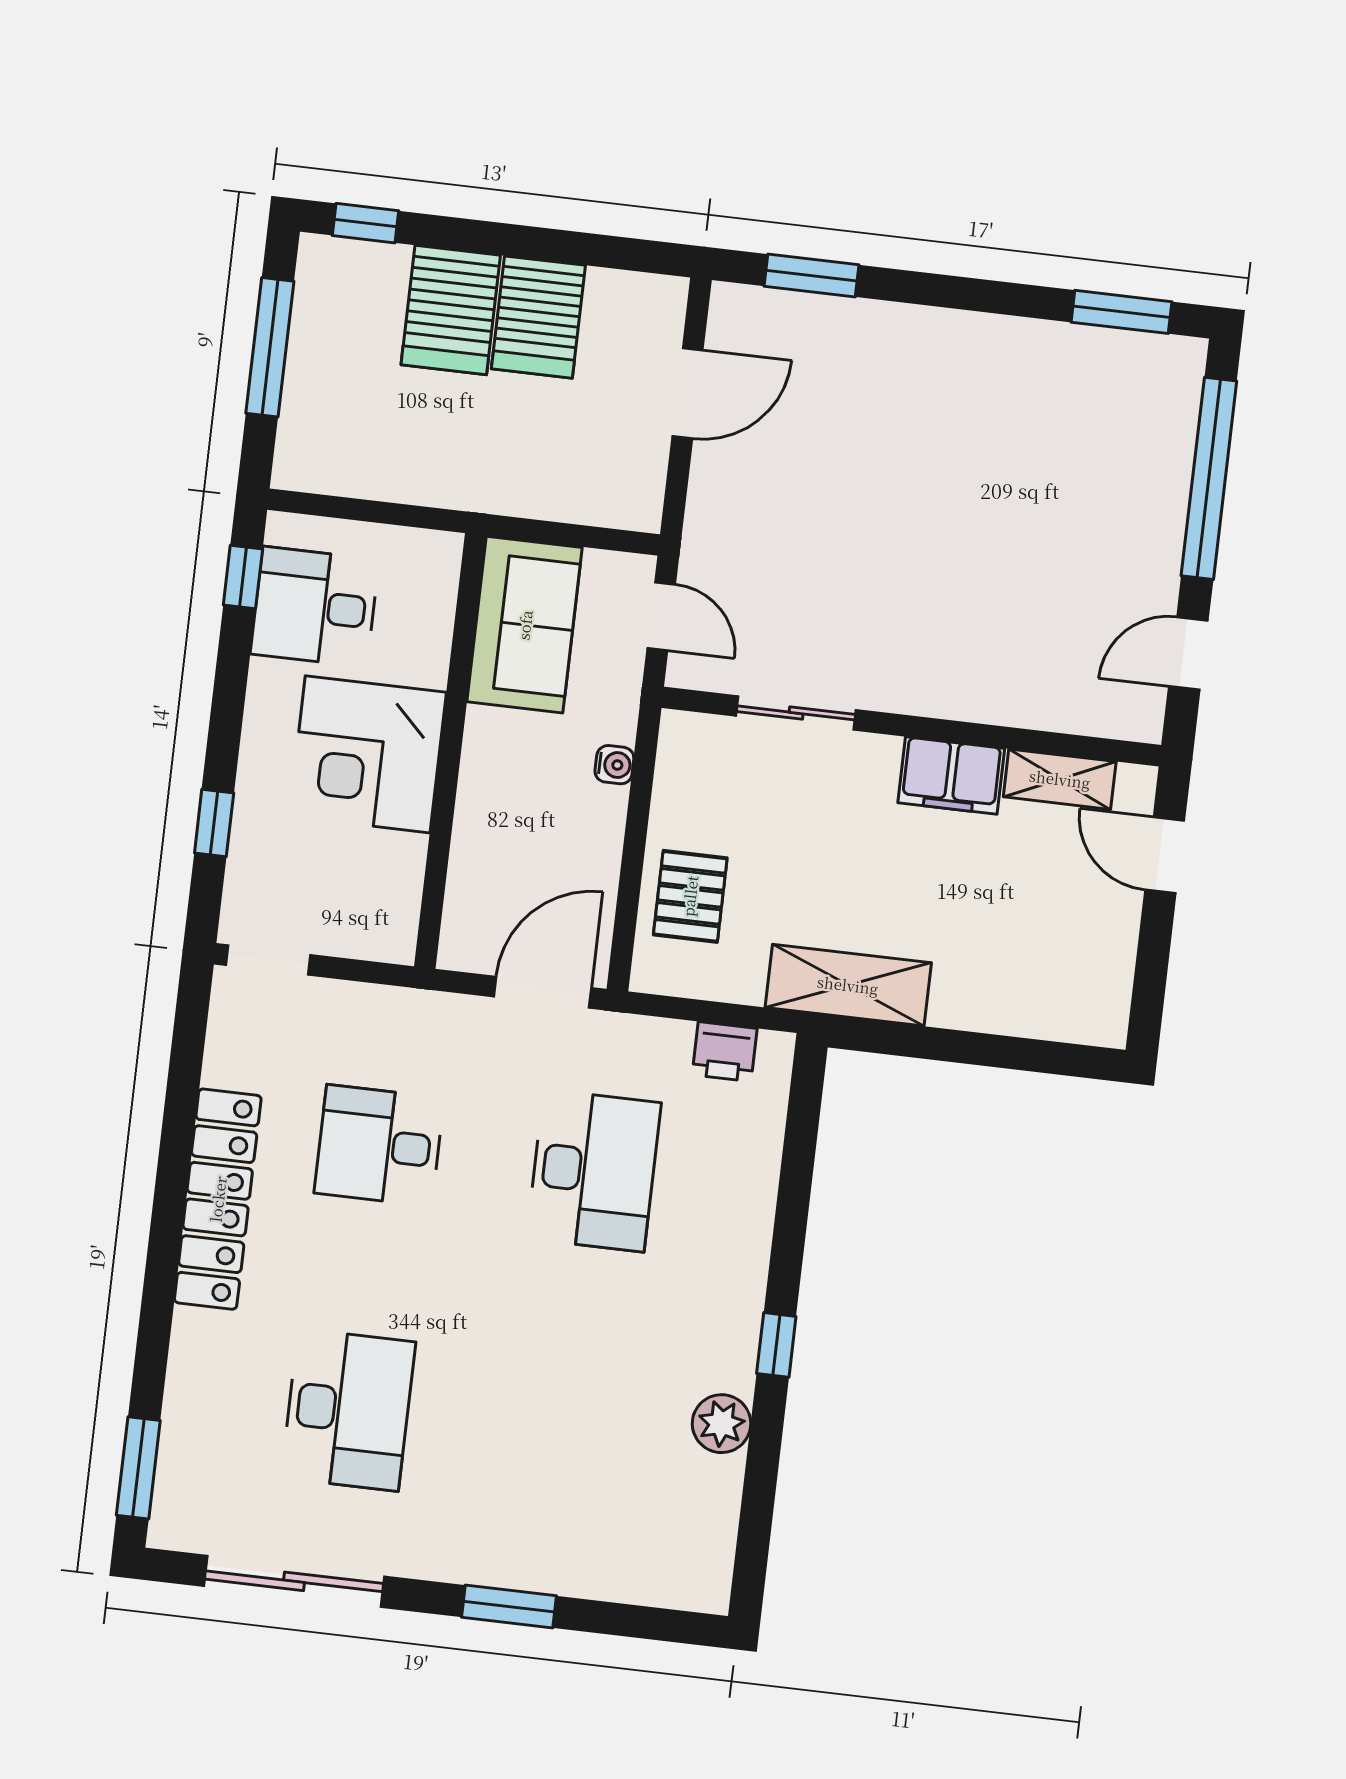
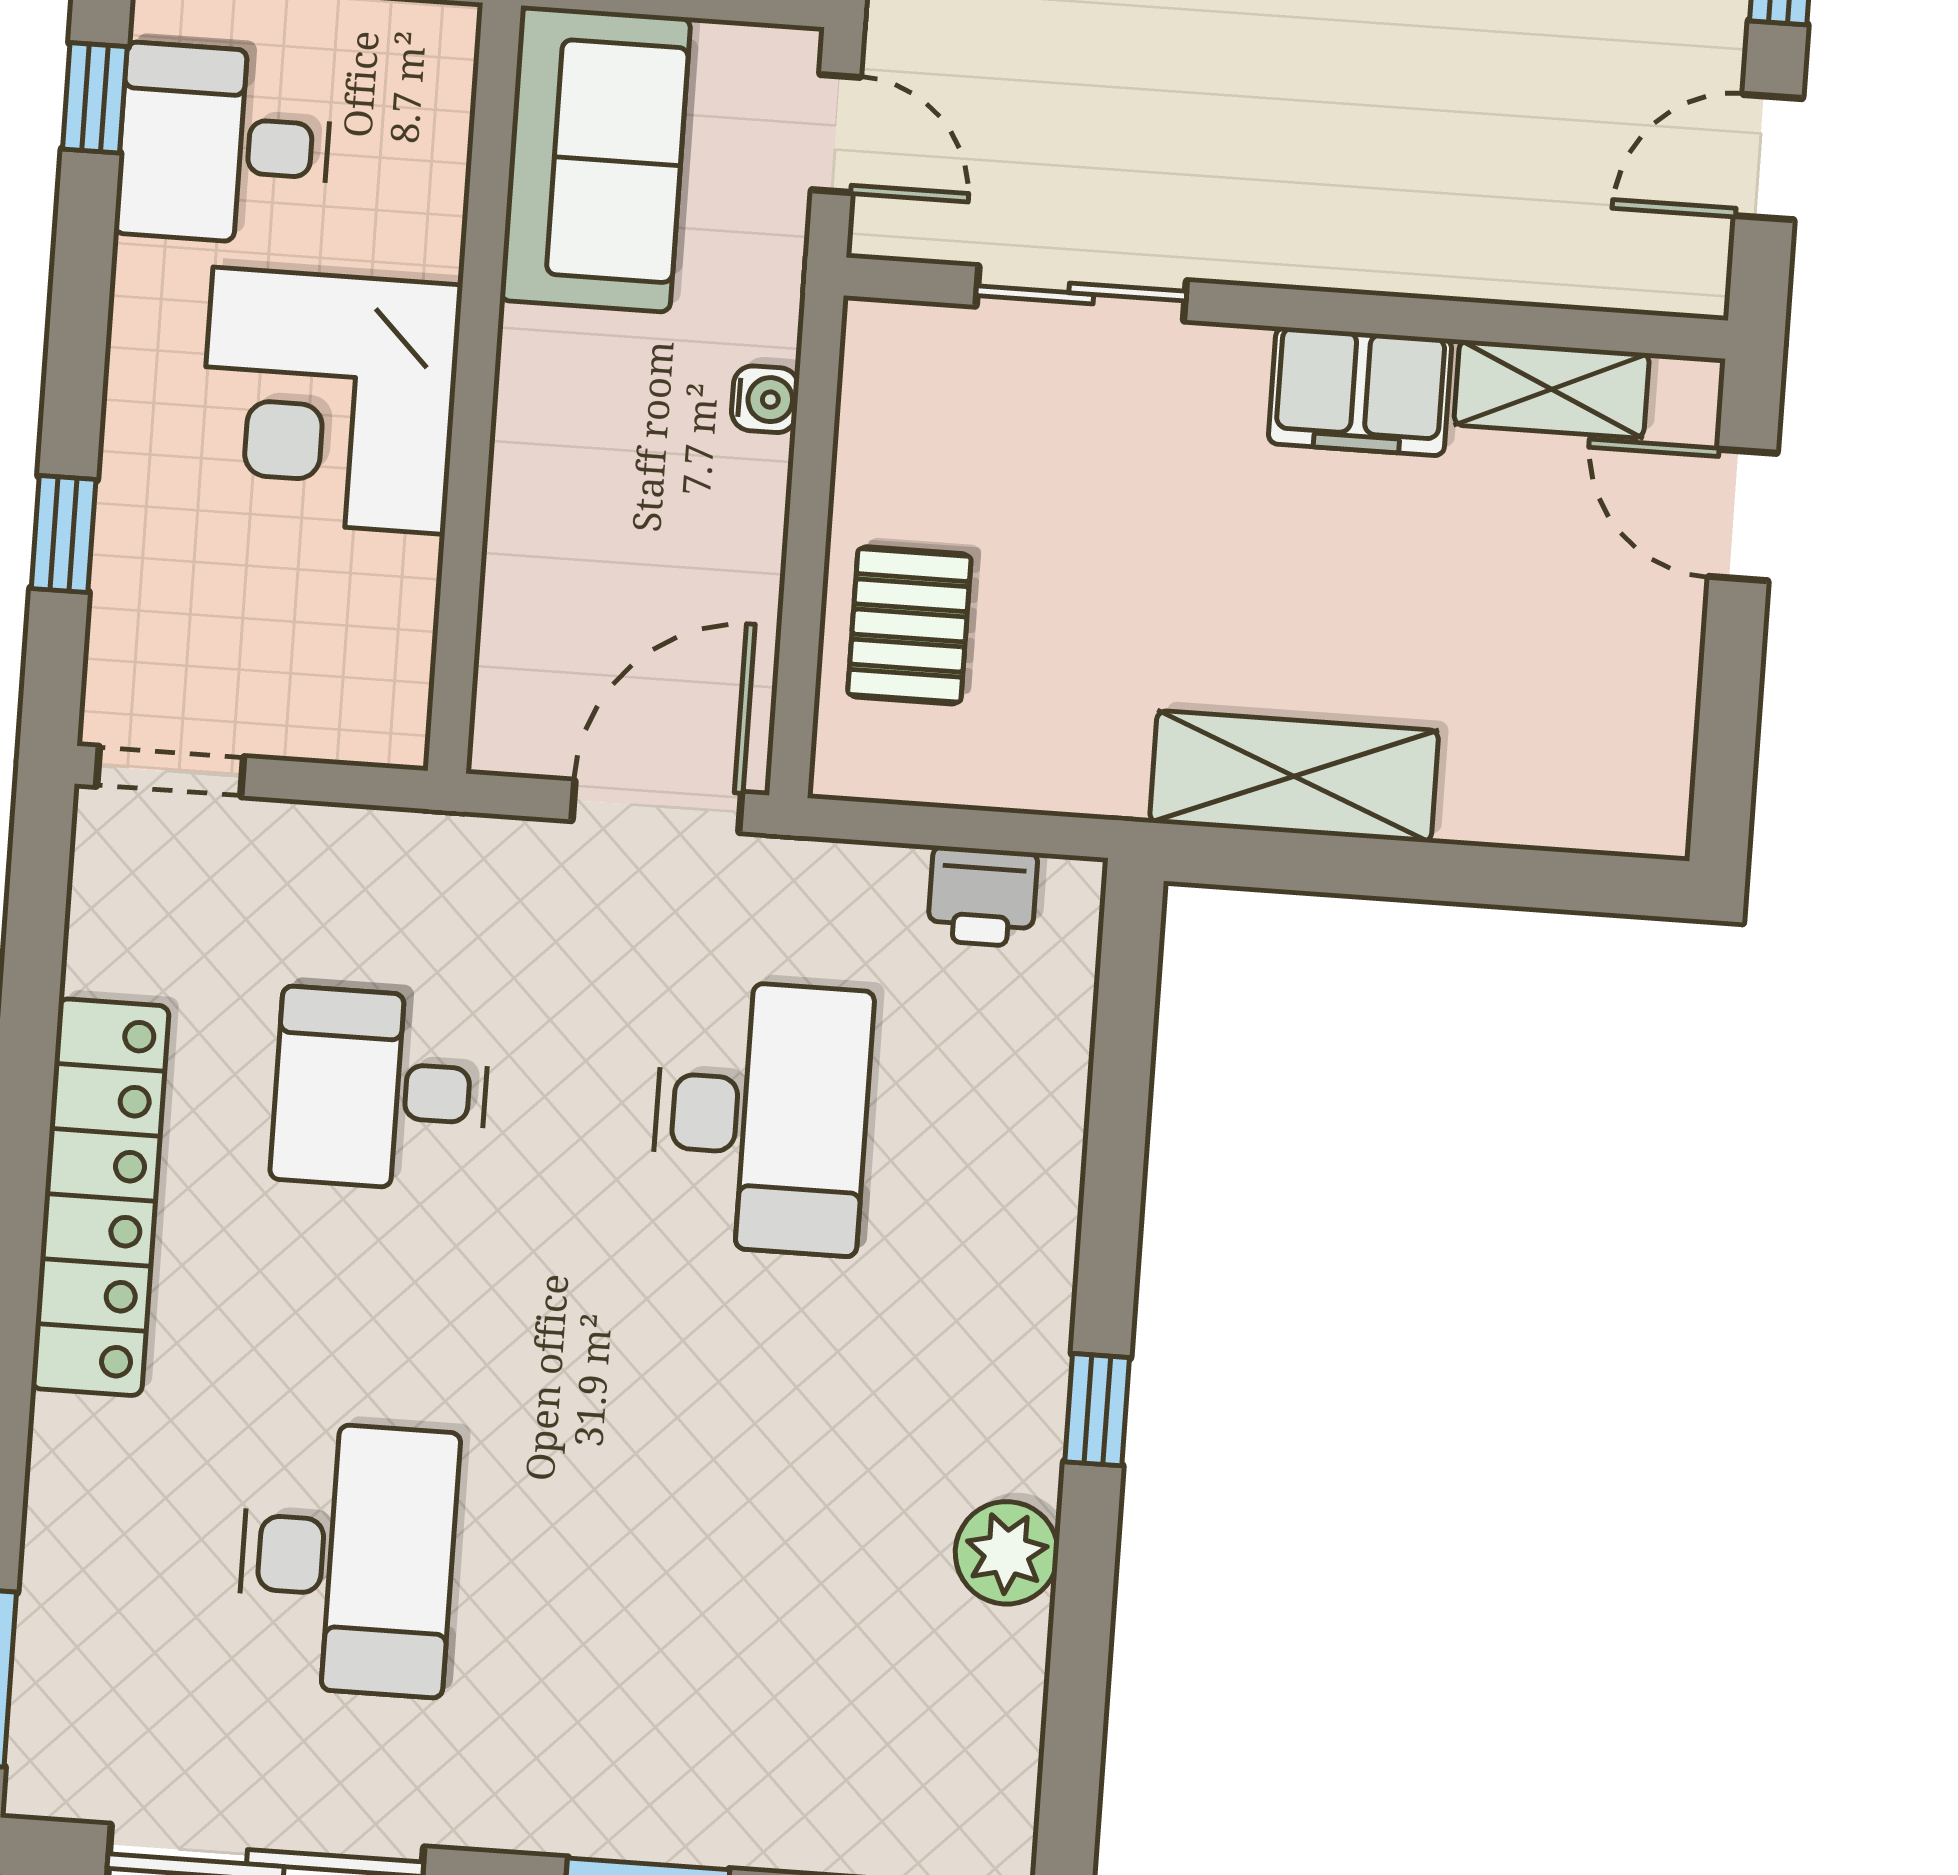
shelving: (848, 985) -> (1294, 776), moved

